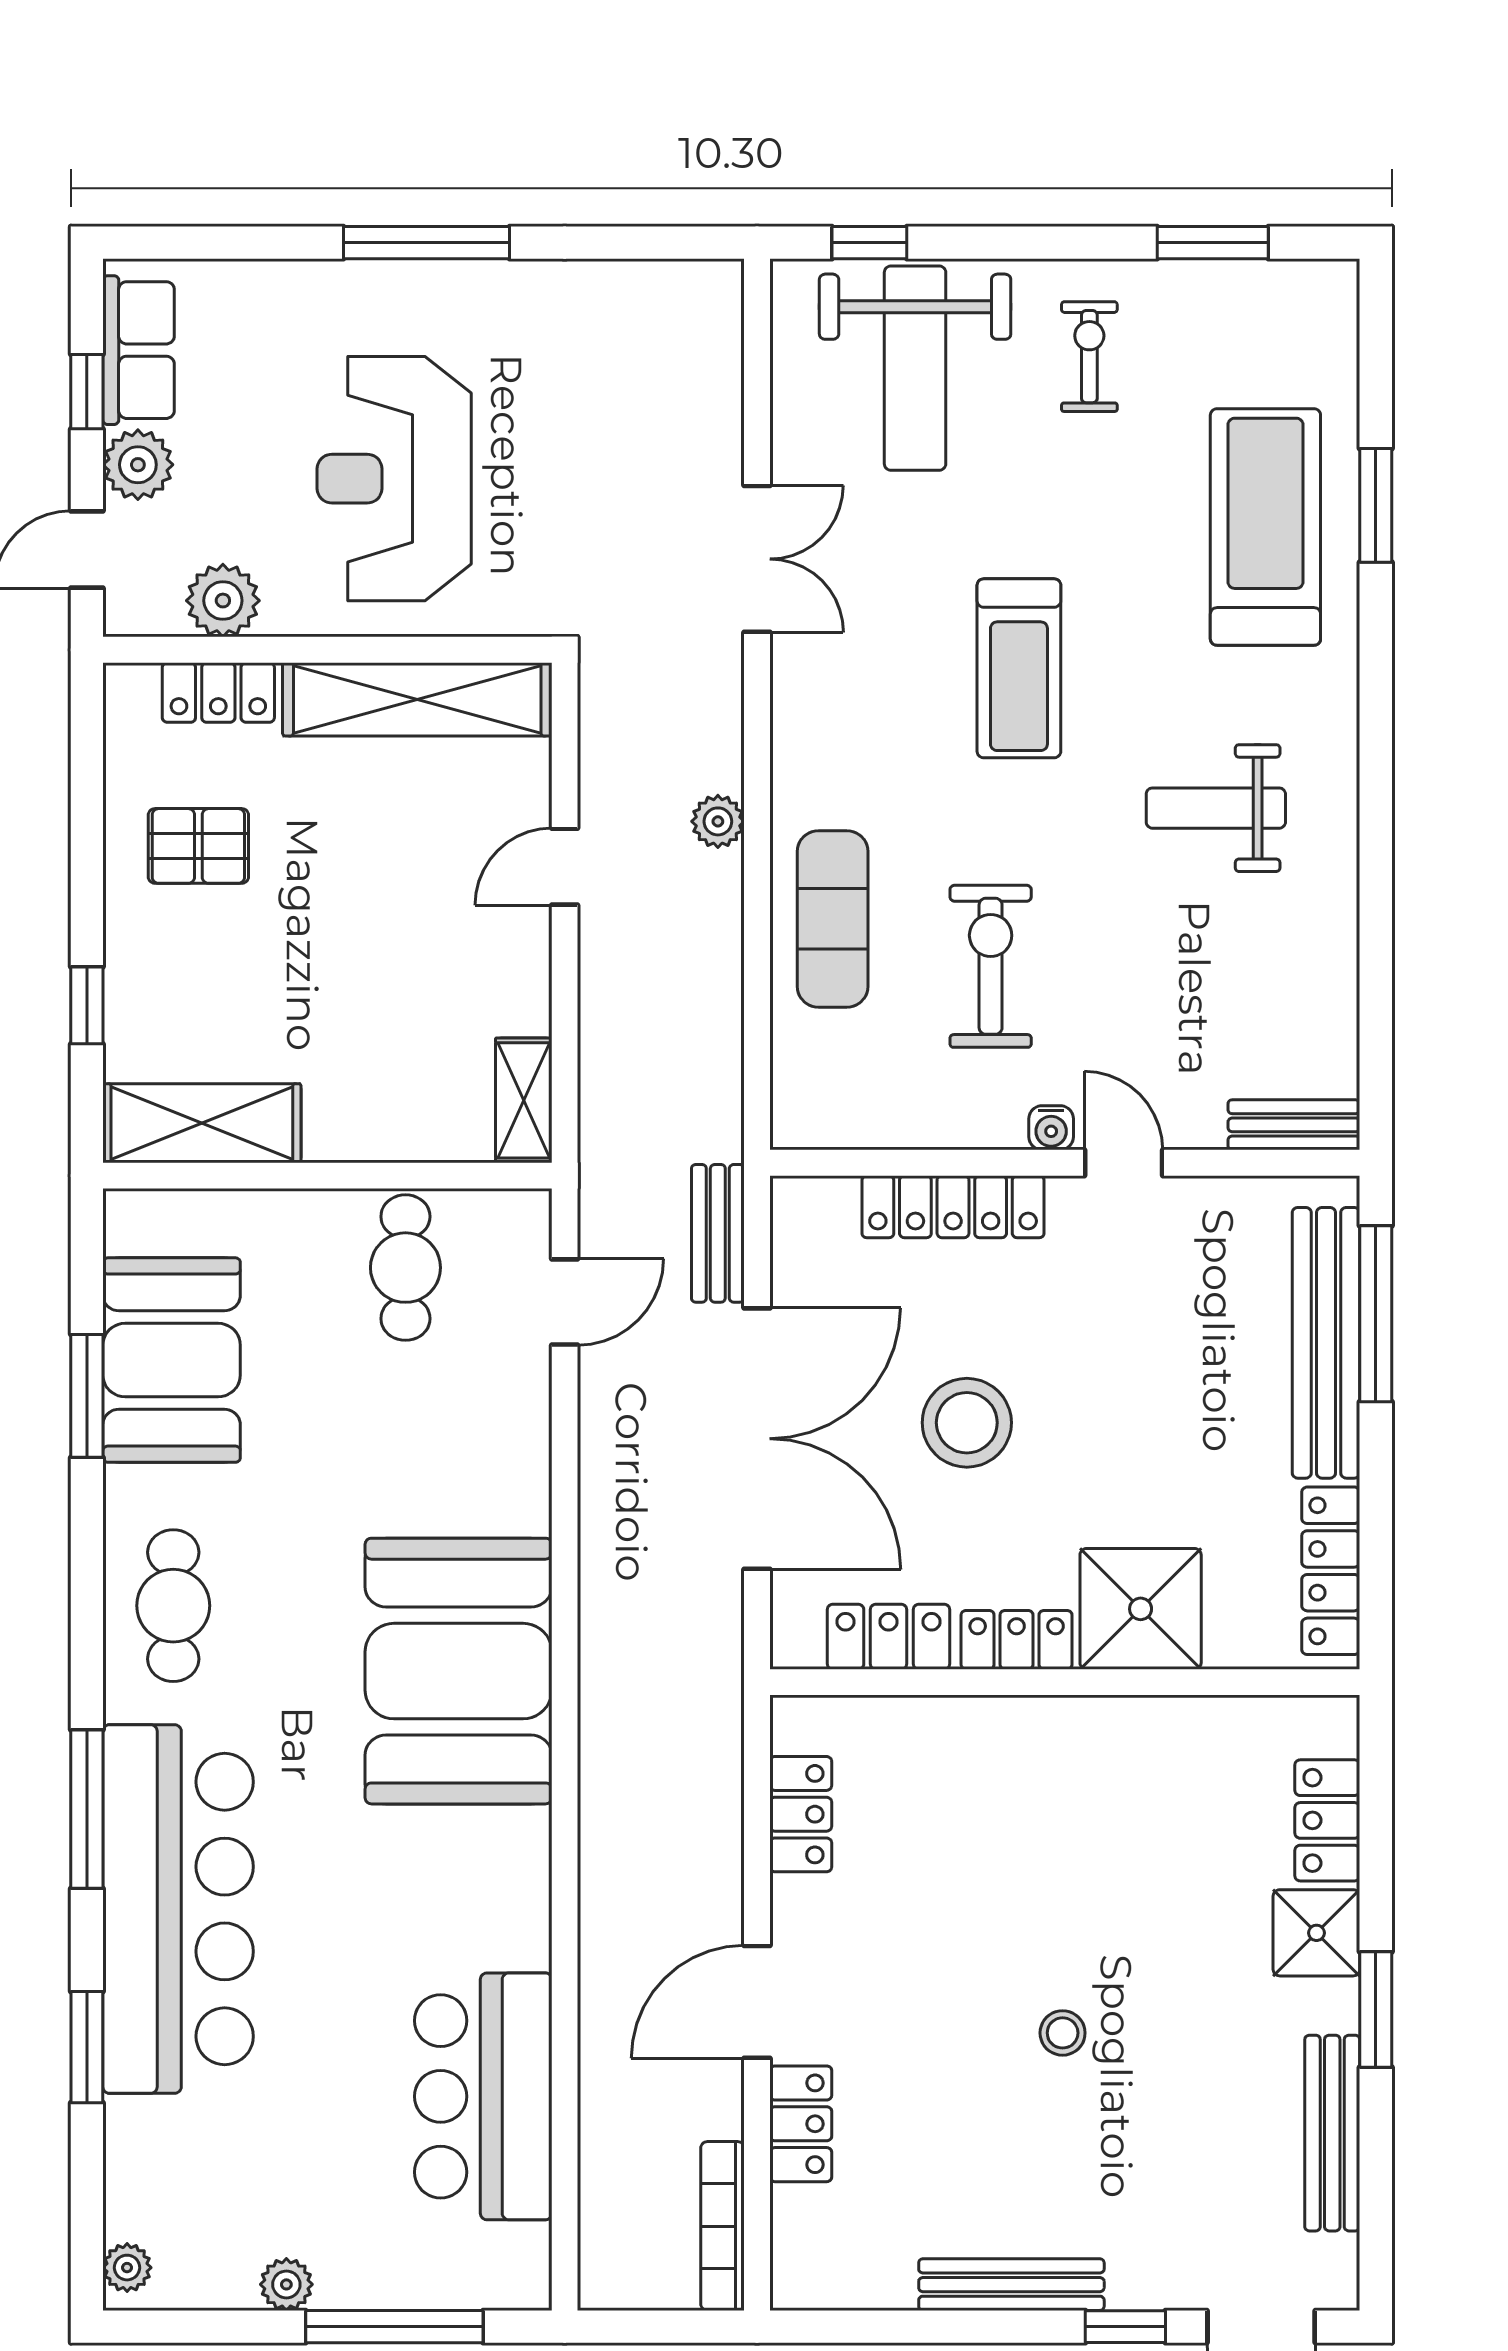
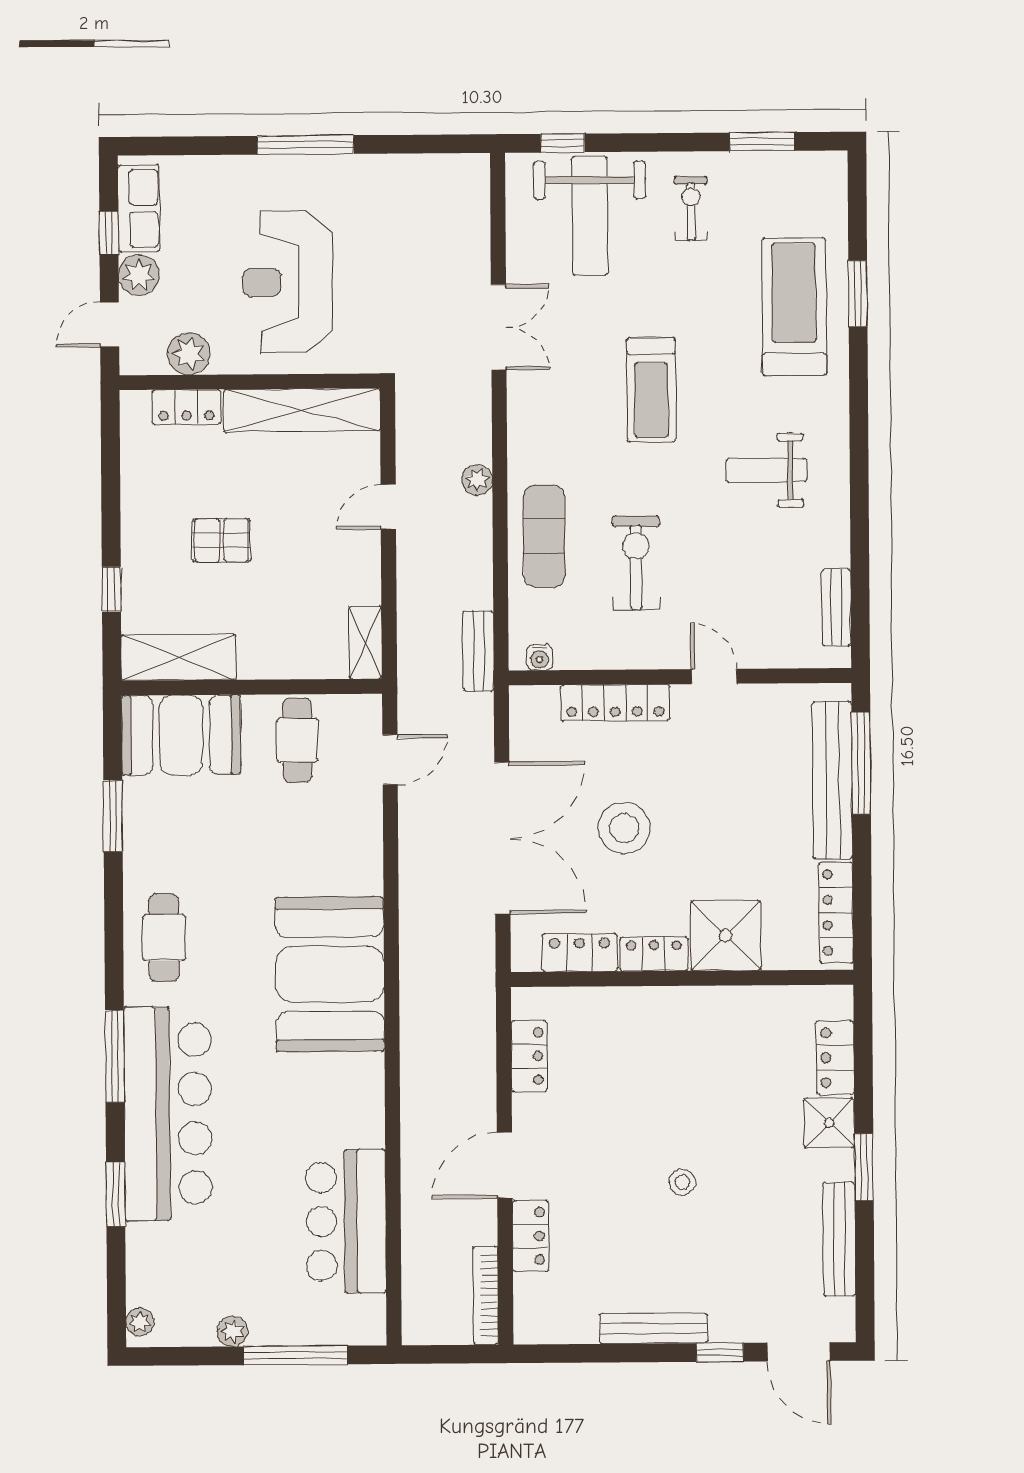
pallet: (198, 846) -> (222, 540), moved
bench: (1294, 1125) -> (836, 608), moved, turned 90
water cooler: (1051, 1128) -> (540, 657), moved
bench: (718, 1233) -> (478, 651), moved
booth: (172, 1360) -> (181, 735), moved, turned 90

